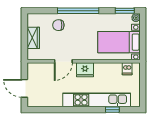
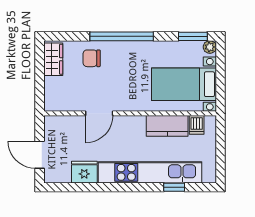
wardrobe: (33, 38) -> (53, 59), moved
kitchen counter: (108, 69) -> (167, 126), added
fridge: (85, 70) -> (84, 172), moved, turned 180

